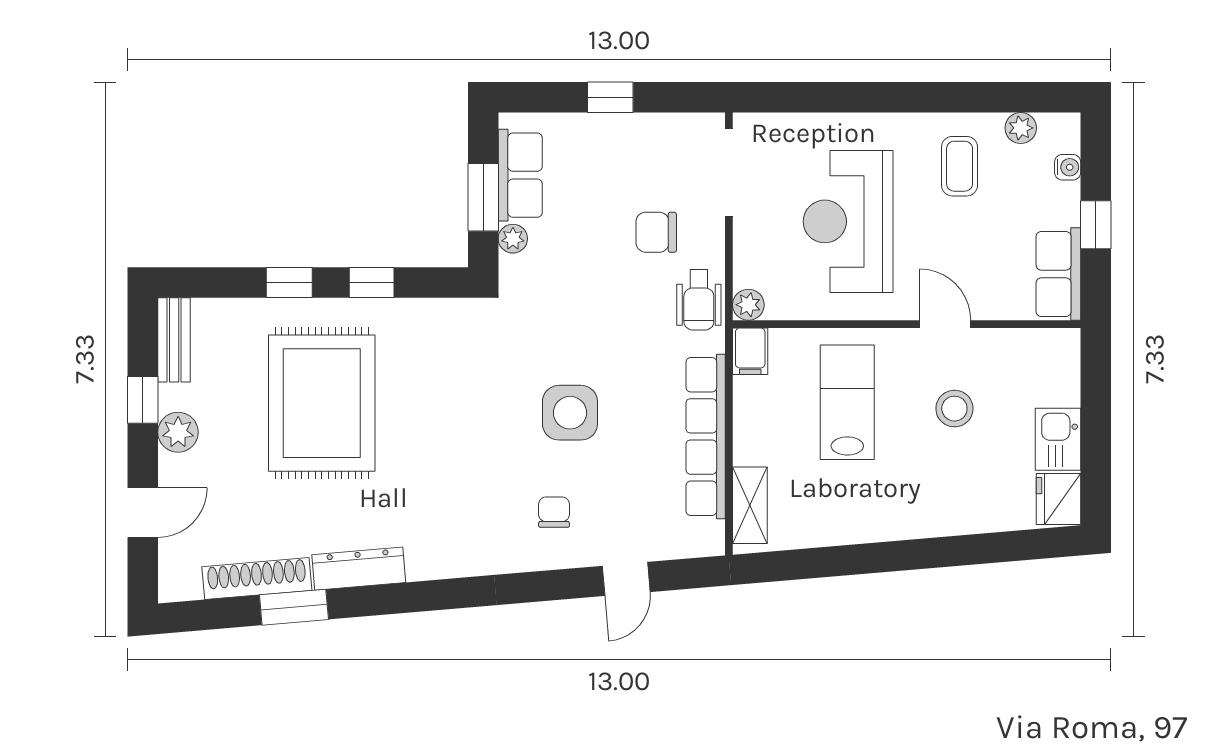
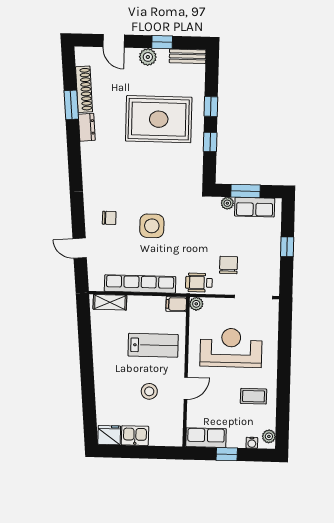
plant: (1021, 128) -> (269, 436), moved
dresser: (359, 569) -> (87, 127), width x0.70

